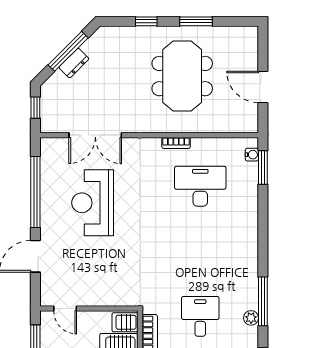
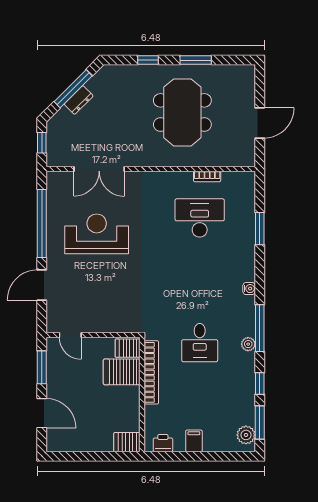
door: (263, 87) -> (260, 123), swing flipped
bookcase: (176, 143) -> (207, 176), moved
water cooler: (252, 155) -> (249, 289), moved
window: (263, 168) -> (260, 229), moved
reception desk: (93, 203) -> (97, 234), turned 90
desk: (200, 316) -> (200, 343), turned 180

